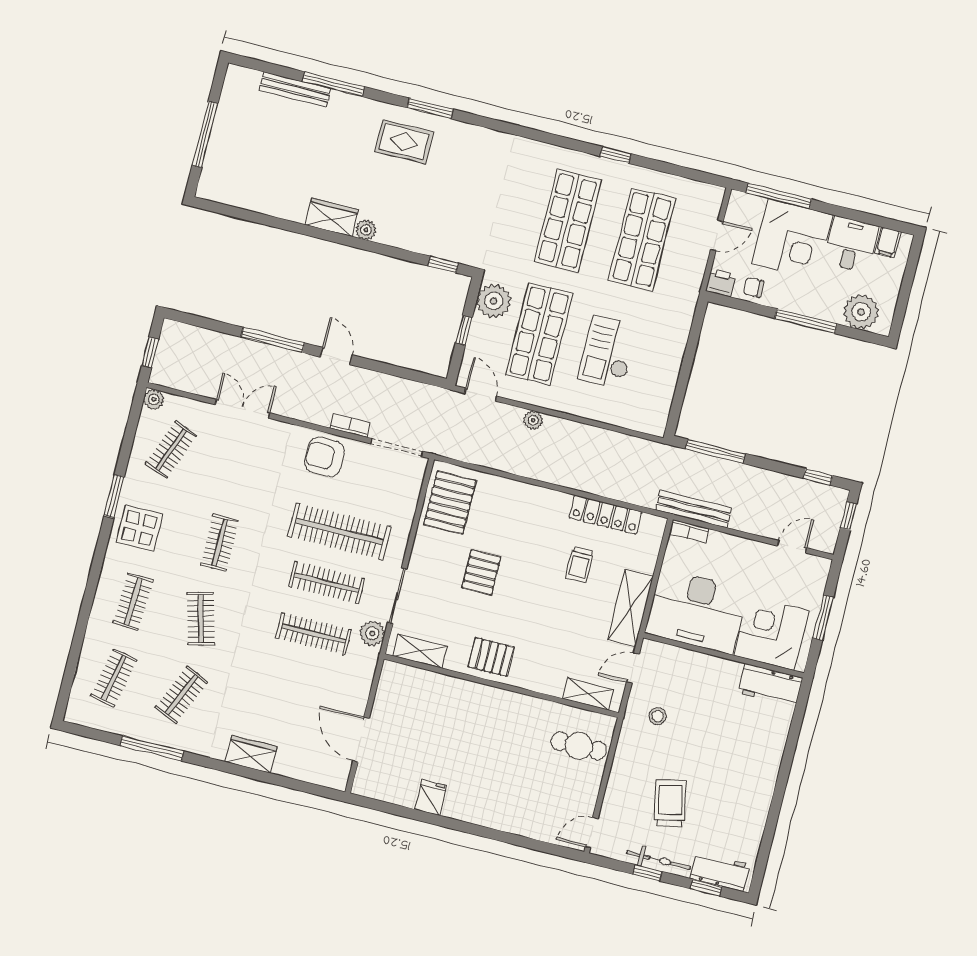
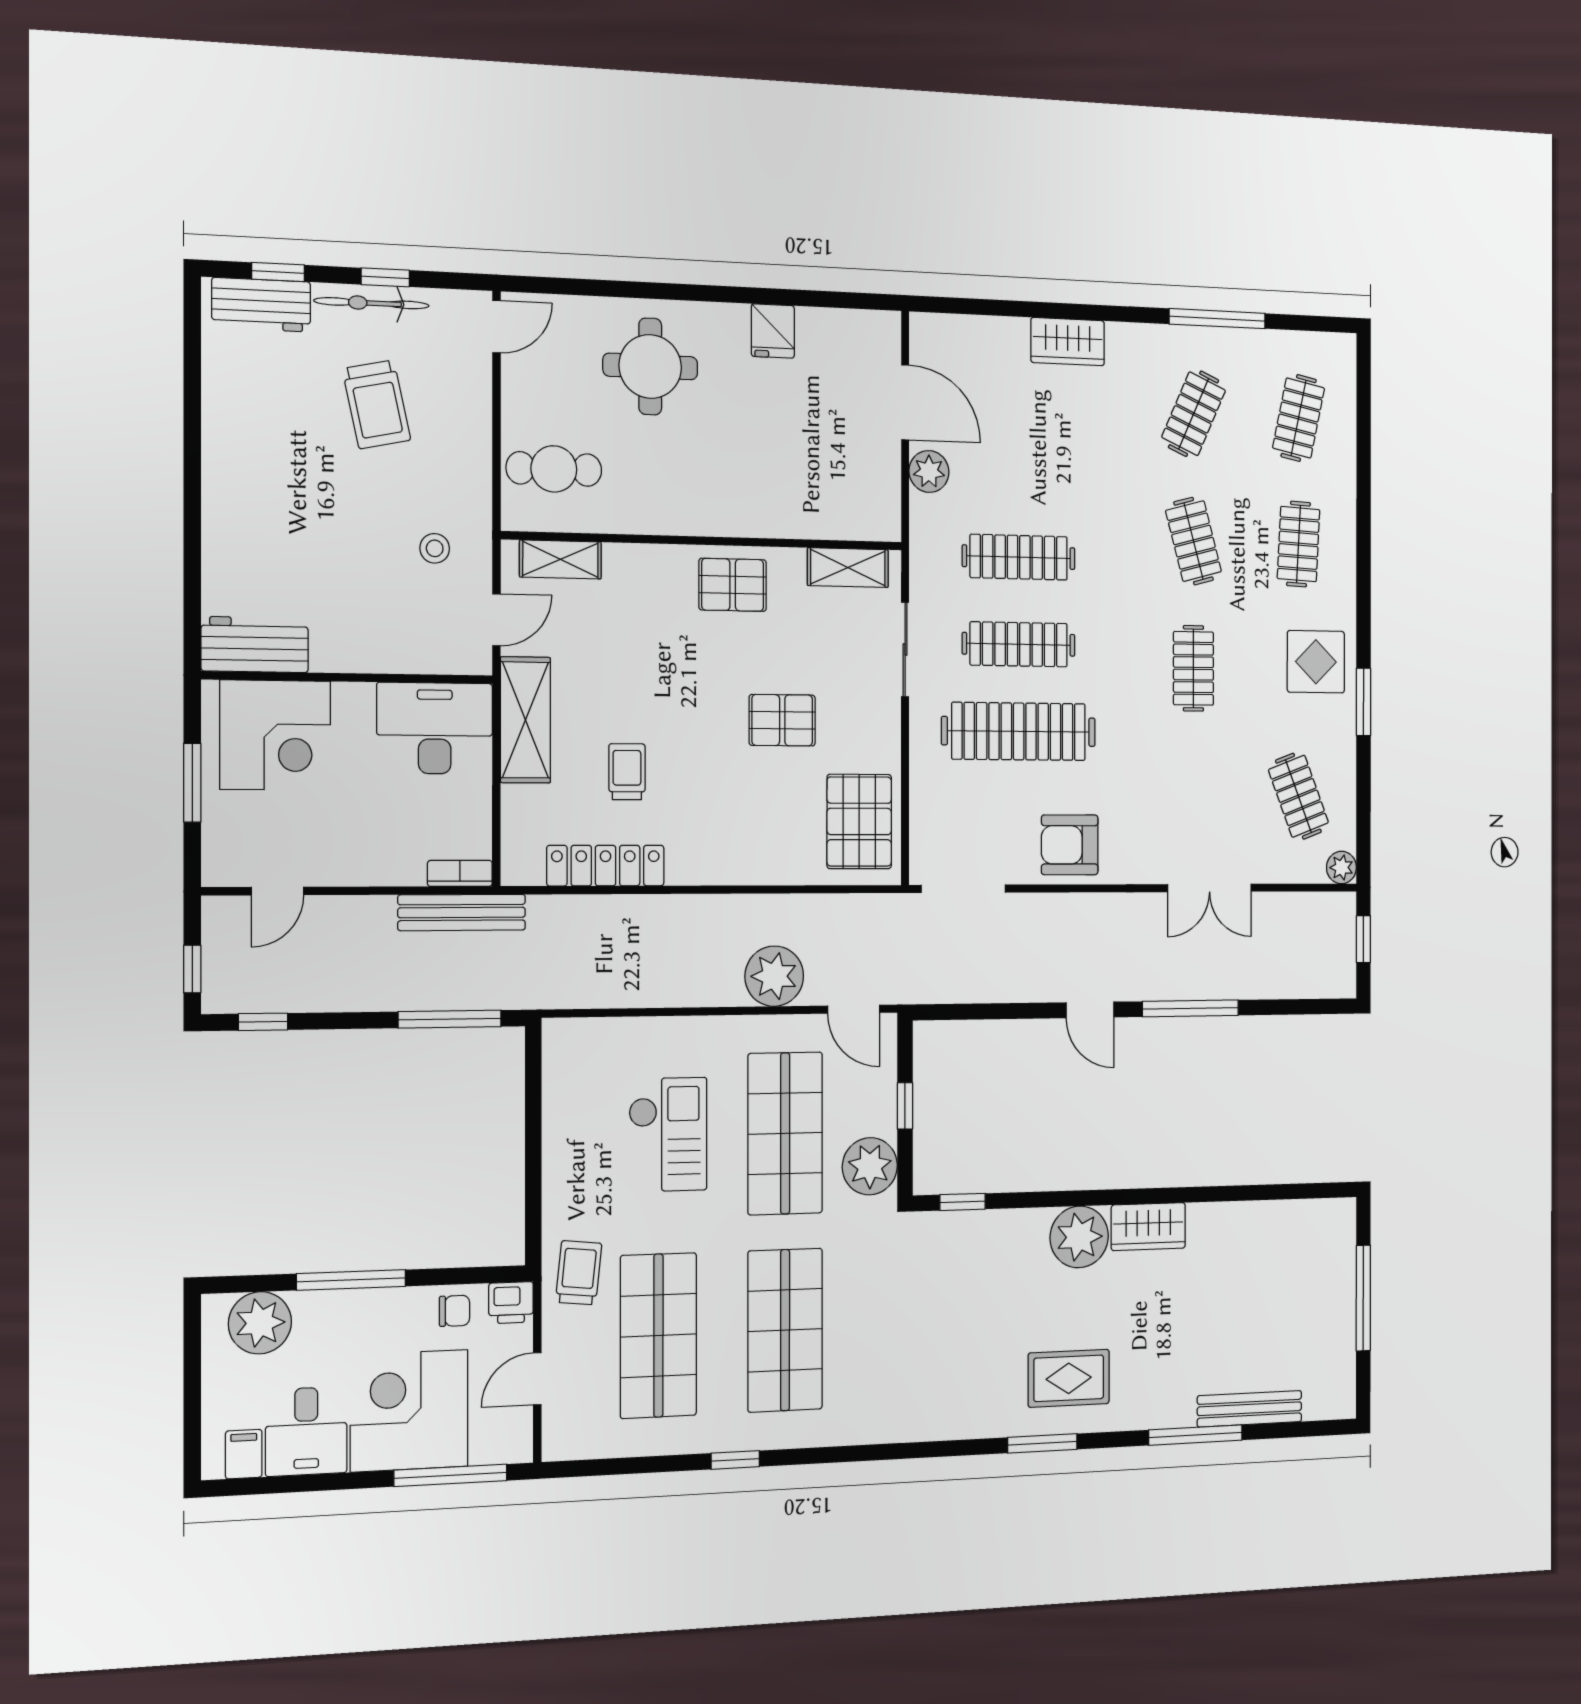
plant: (366, 230) -> (1079, 1237), width x1.87, depth x1.87
trolley: (679, 288) -> (579, 1273), added
plant: (533, 420) -> (774, 976), width x1.87, depth x1.87
bookcase: (350, 425) -> (1043, 905), removed
clothes rail: (171, 450) -> (1298, 796), turned -42
armchair: (324, 457) -> (1070, 845), turned 180
pallet: (481, 572) -> (782, 720), turned 90
desk: (696, 611) -> (435, 728), width x0.73, depth x0.77
plant: (372, 633) -> (929, 471), moved
round table: (508, 792) -> (650, 366), added

